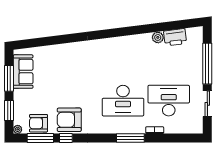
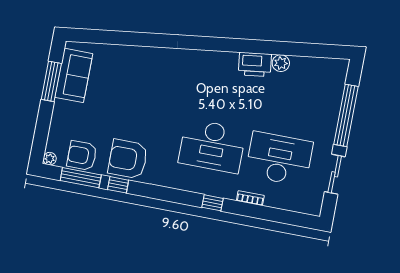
printer: (175, 37) -> (255, 64), moved
window: (9, 111) -> (42, 129), removed
window: (130, 138) -> (212, 203), width x0.46

